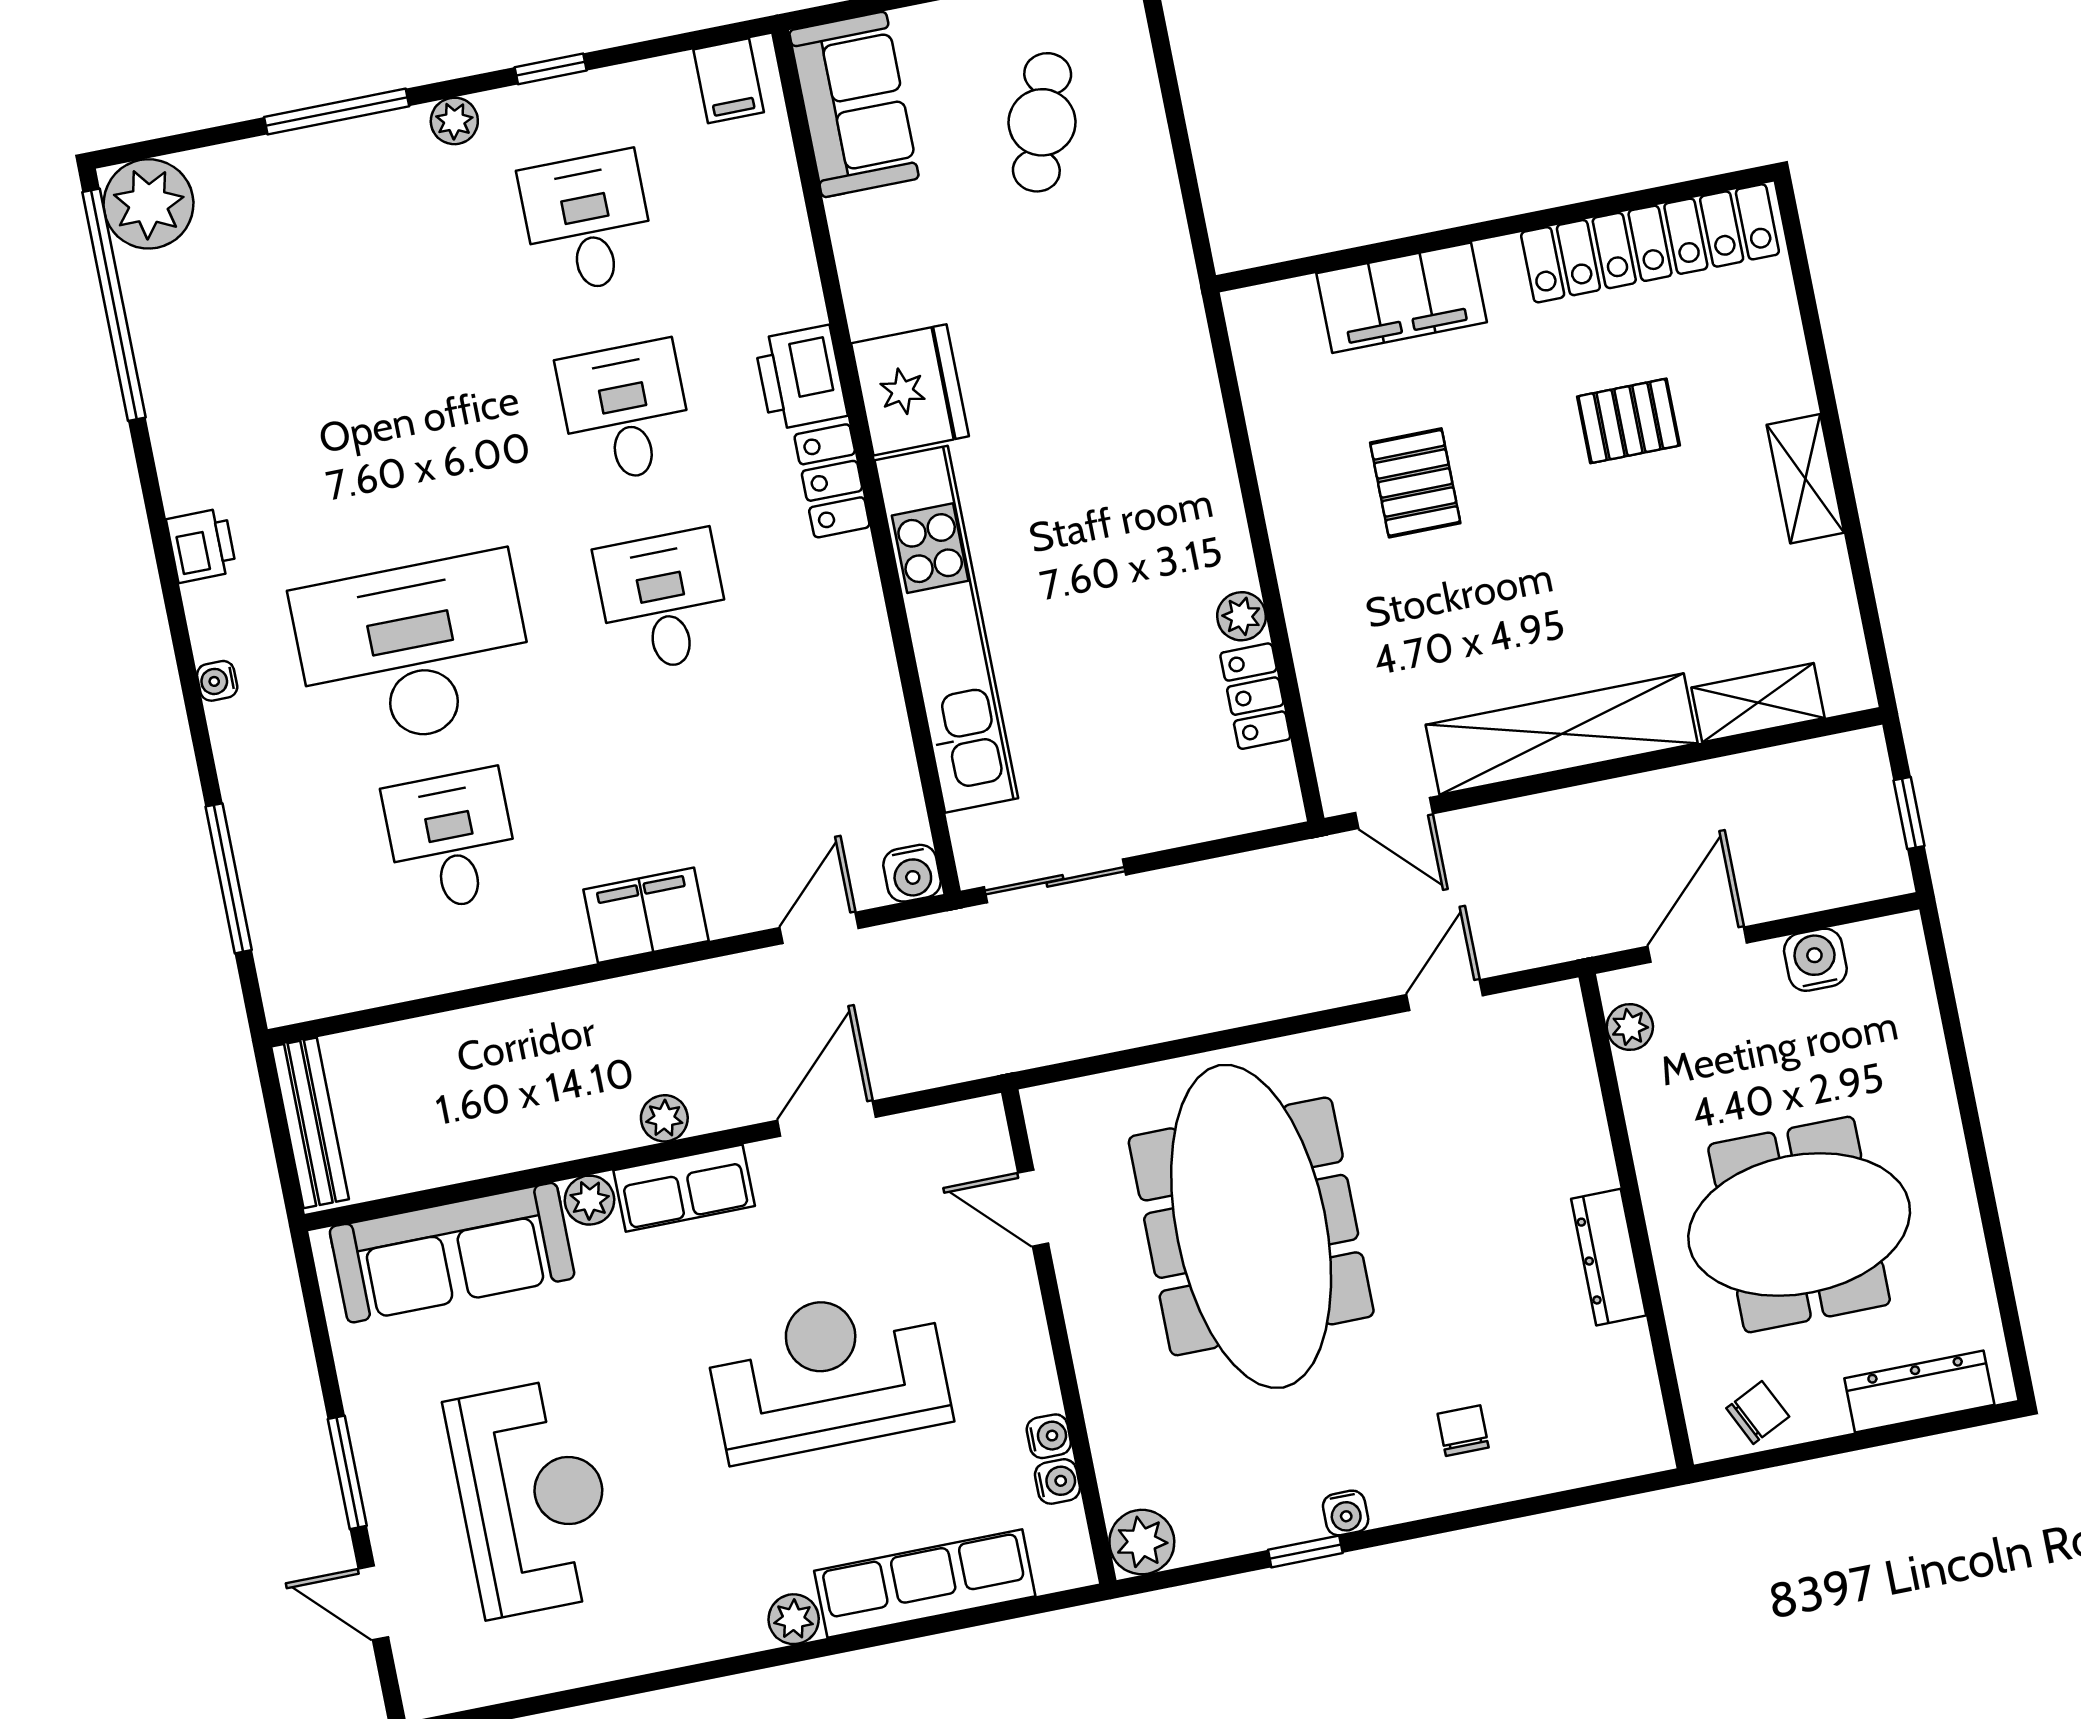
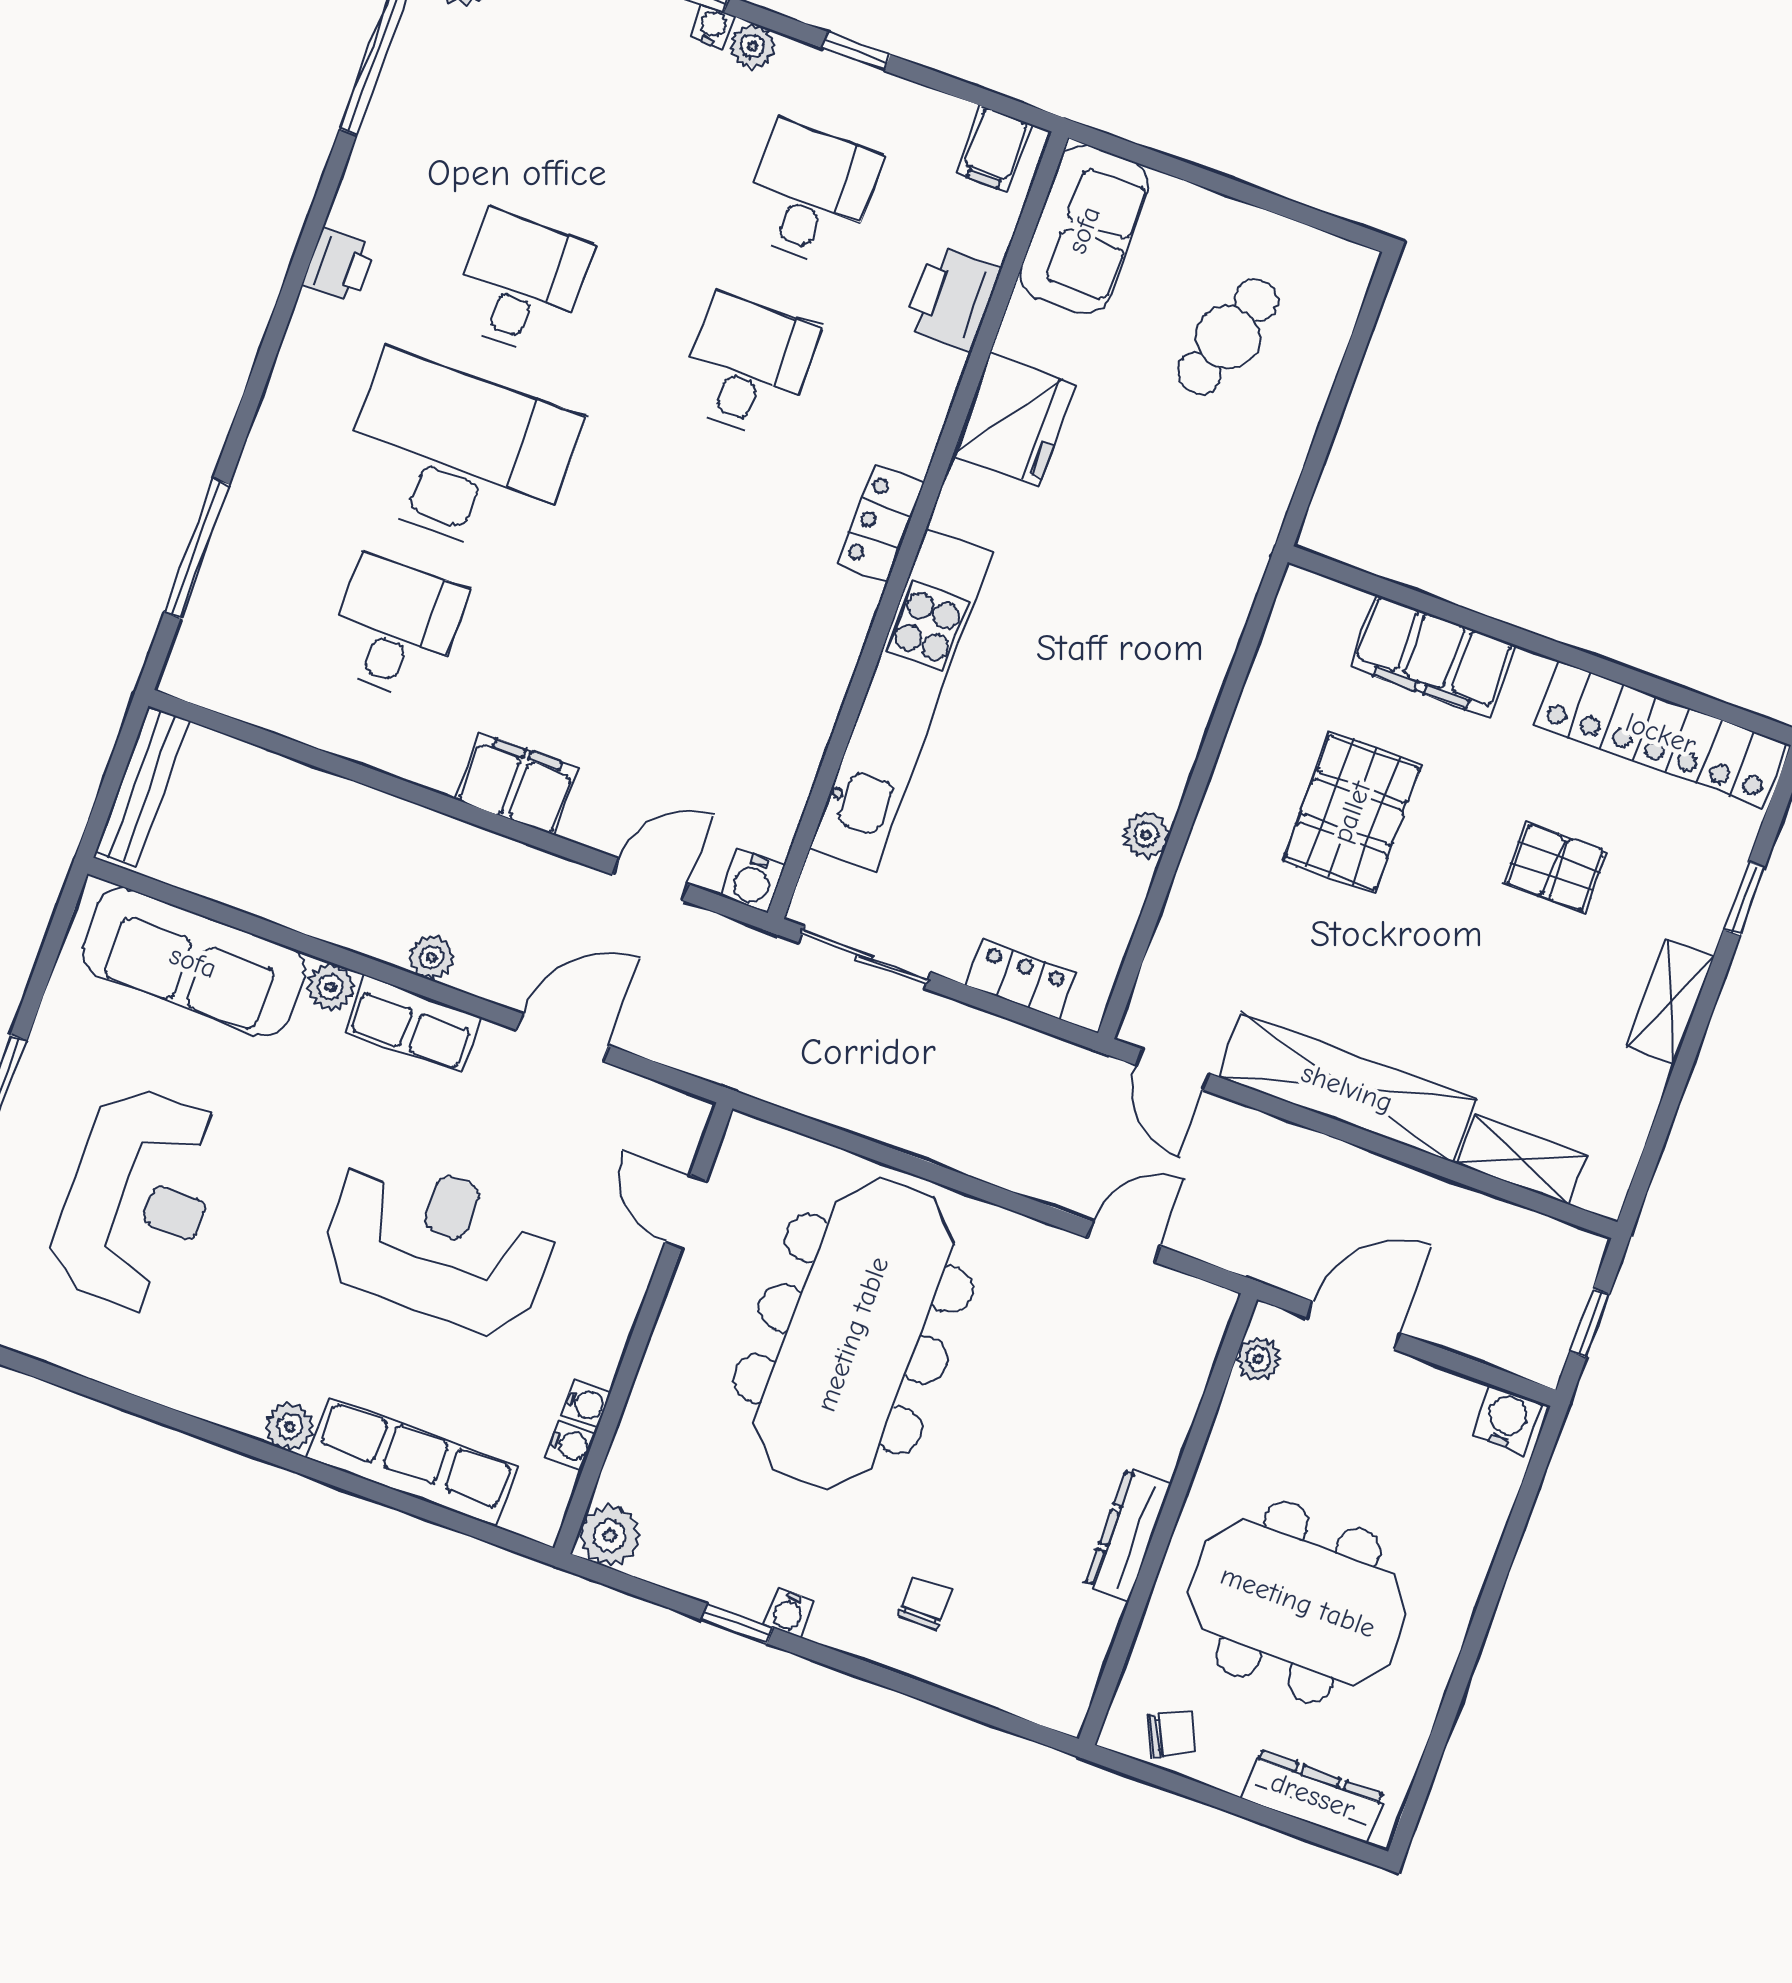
window: (1816, 346) -> (1744, 899), added
printer: (801, 378) -> (953, 298), moved
fridge: (910, 390) -> (1014, 420), moved
pallet: (1415, 483) -> (1352, 812), width x1.50, depth x1.42
desk: (663, 601) -> (521, 284), moved
water cooler: (217, 681) -> (712, 27), moved, turned 90
locker: (1255, 696) -> (1021, 979), moved, turned 90
water cooler: (1815, 960) -> (1507, 1419), moved

